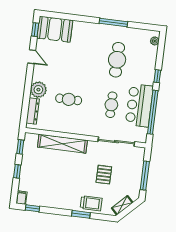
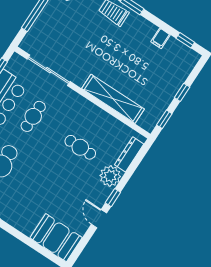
window: (35, 30) -> (113, 198), moved
pallet: (104, 175) -> (82, 39), removed
filing cabinet: (21, 198) -> (160, 38), moved

